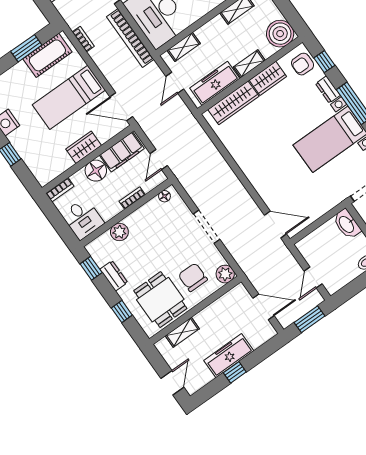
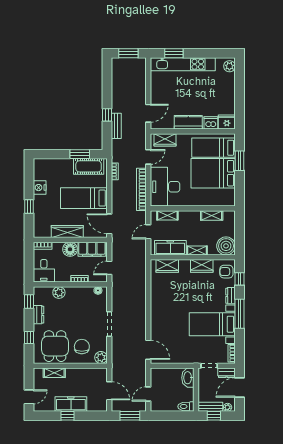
wardrobe: (233, 103) -> (167, 266), width x0.67
wardrobe: (84, 147) -> (67, 232), width x1.50

